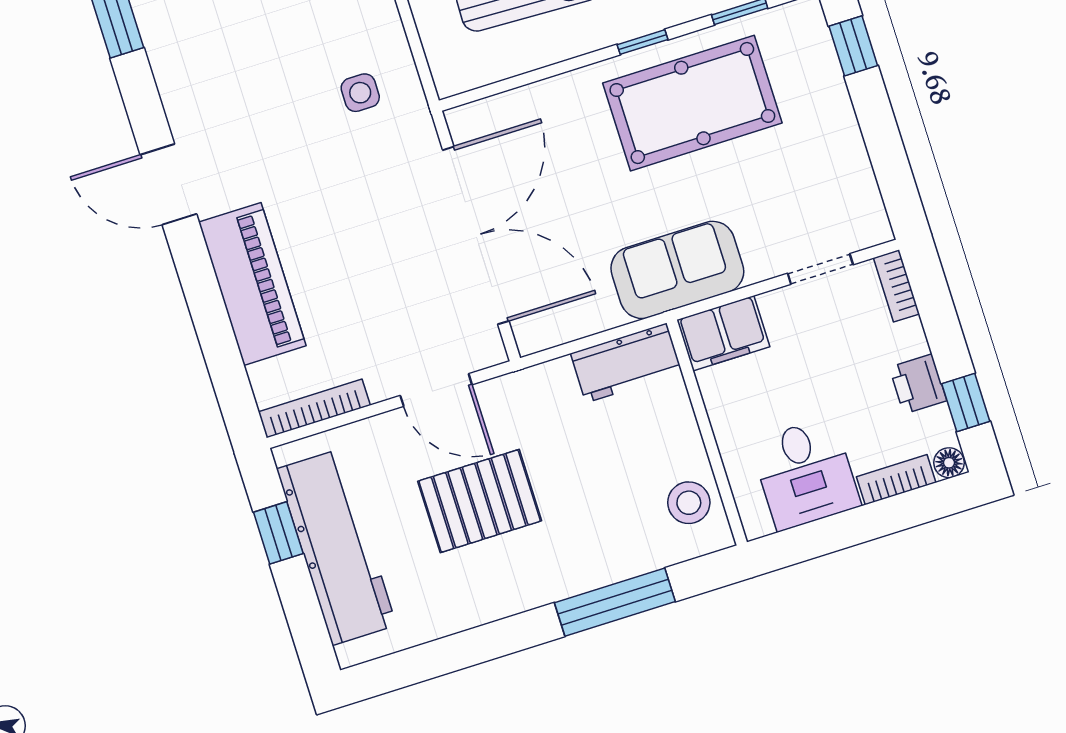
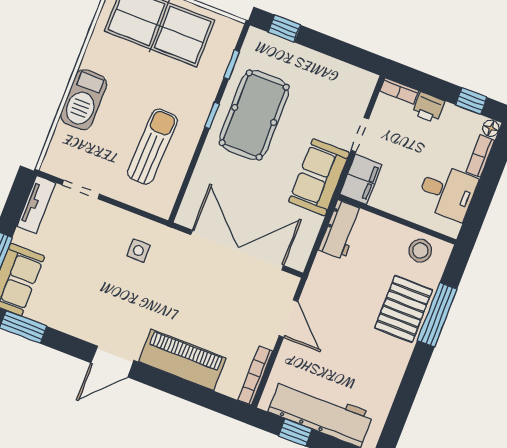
doorway: (820, 269) -> (360, 135), moved
printer: (918, 384) -> (428, 107), moved
door: (436, 390) -> (288, 319), hinge flipped
pallet: (480, 501) -> (404, 309), moved

